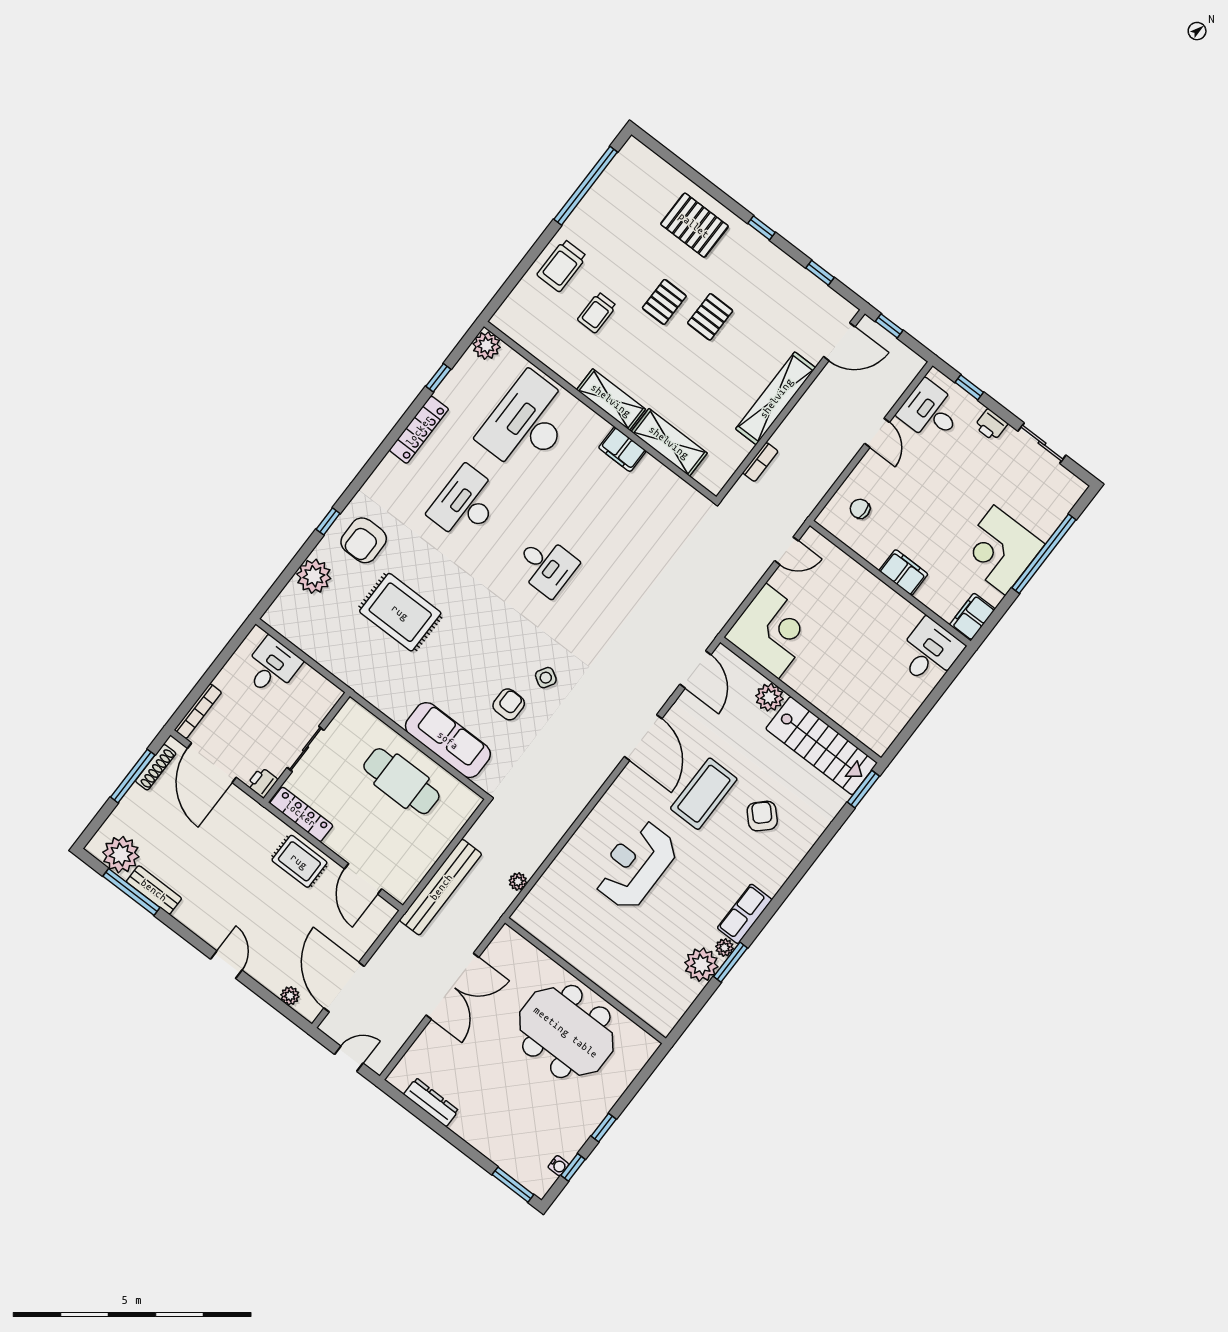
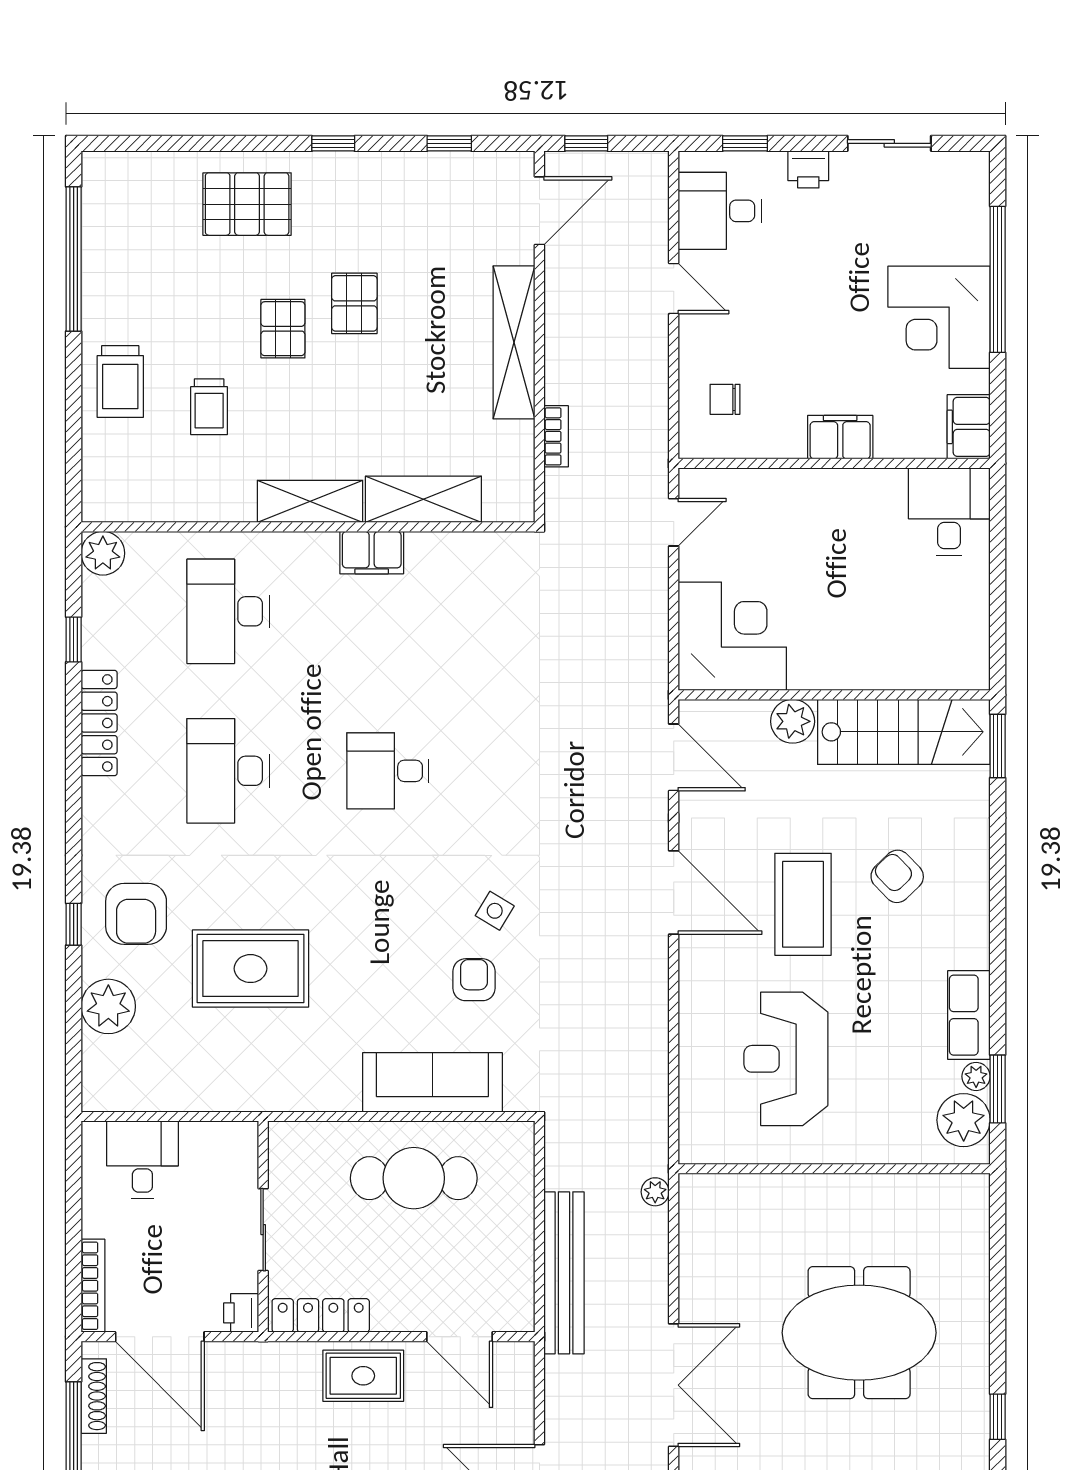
desk: (527, 423) -> (228, 611), width x0.73, depth x0.77
desk: (546, 566) -> (388, 771), turned 180
wall: (585, 981) -> (834, 1169), moved

